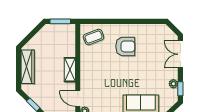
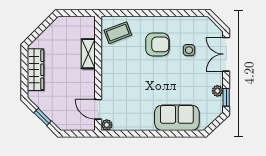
window: (60, 21) -> (76, 13), removed
side table: (151, 51) -> (189, 50), added
shelving: (70, 70) -> (88, 54), moved

